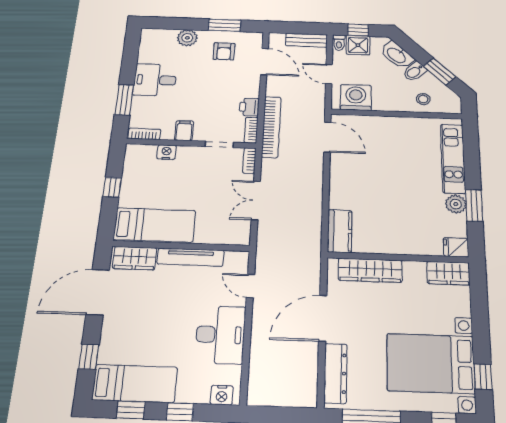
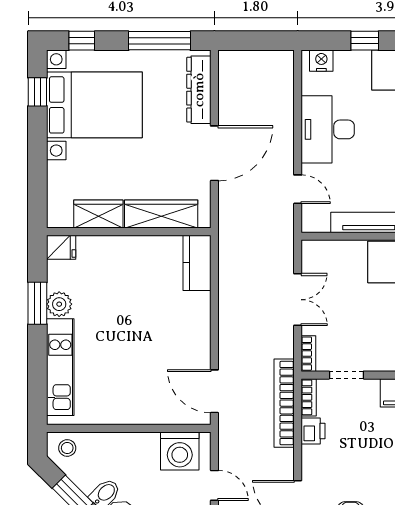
stool: (423, 99) -> (67, 448), moved
wardrobe: (448, 273) -> (98, 214), moved

